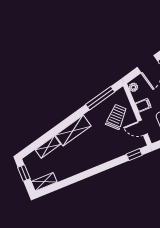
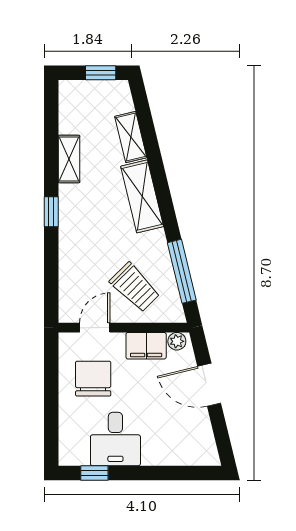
filing cabinet: (143, 105) -> (146, 346), width x2.00
window: (134, 155) -> (51, 212), moved
shelving: (44, 182) -> (69, 159), moved

